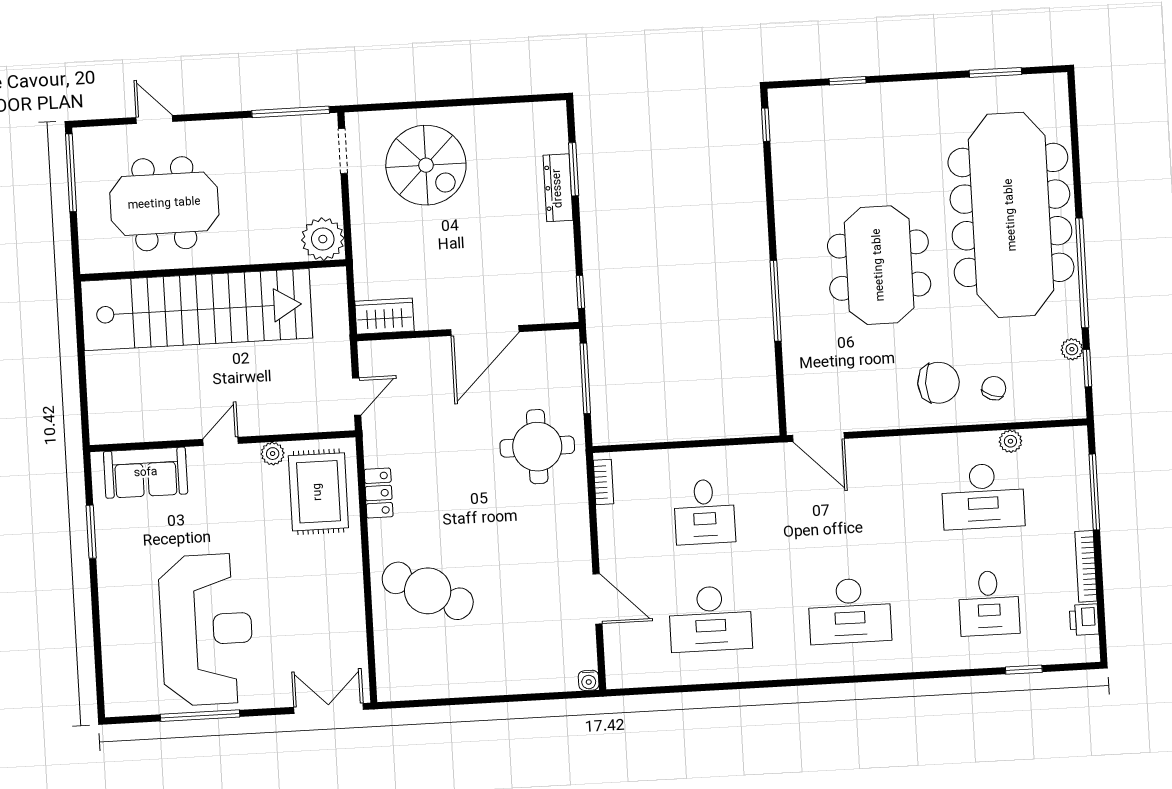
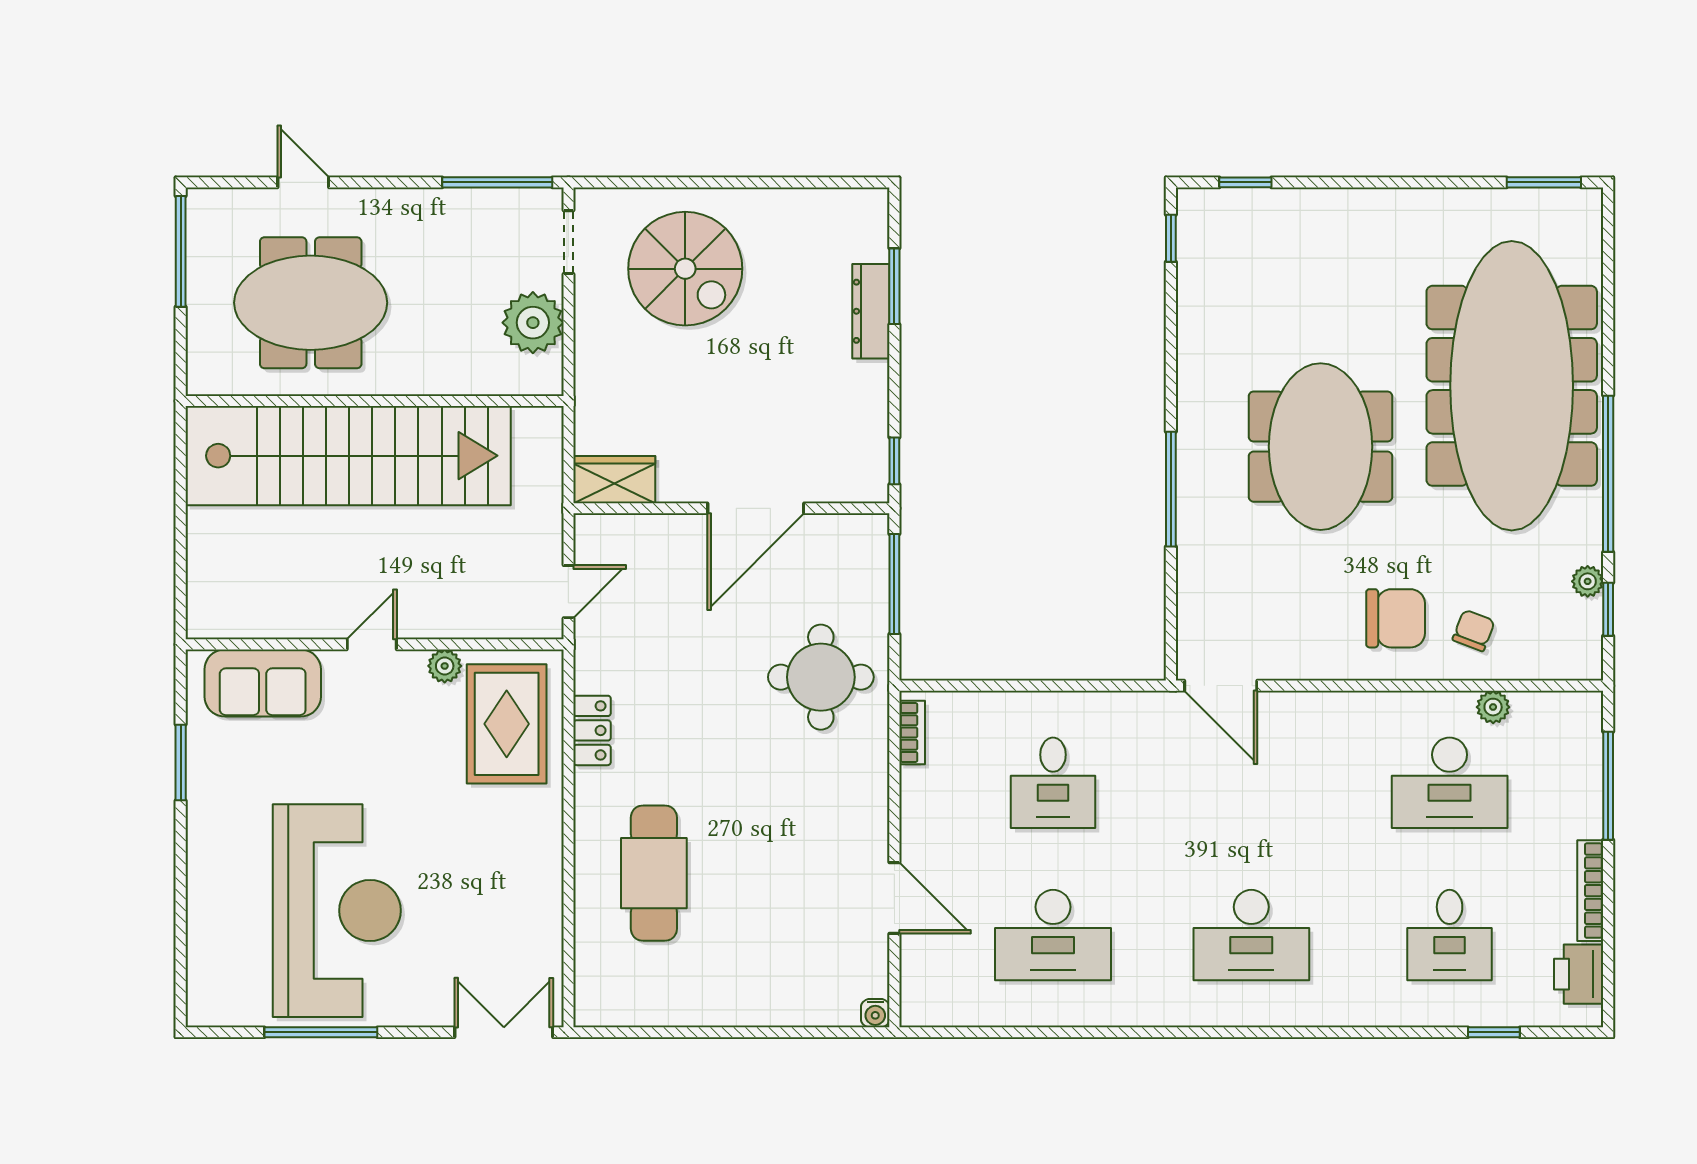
window: (995, 72) -> (1544, 182), moved
window: (848, 81) -> (1245, 182), moved
plant: (323, 239) -> (533, 323), moved
cafe table: (428, 591) -> (654, 873), turned 64
printer: (1084, 620) -> (1579, 974), width x1.36, depth x1.24

